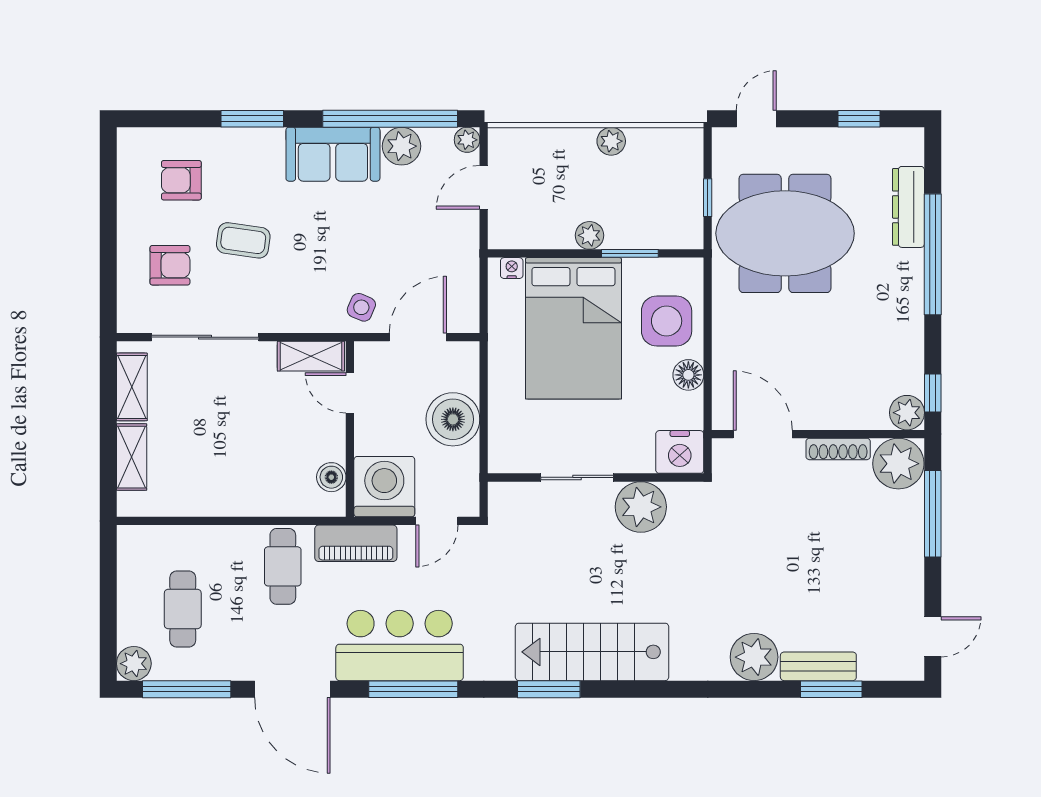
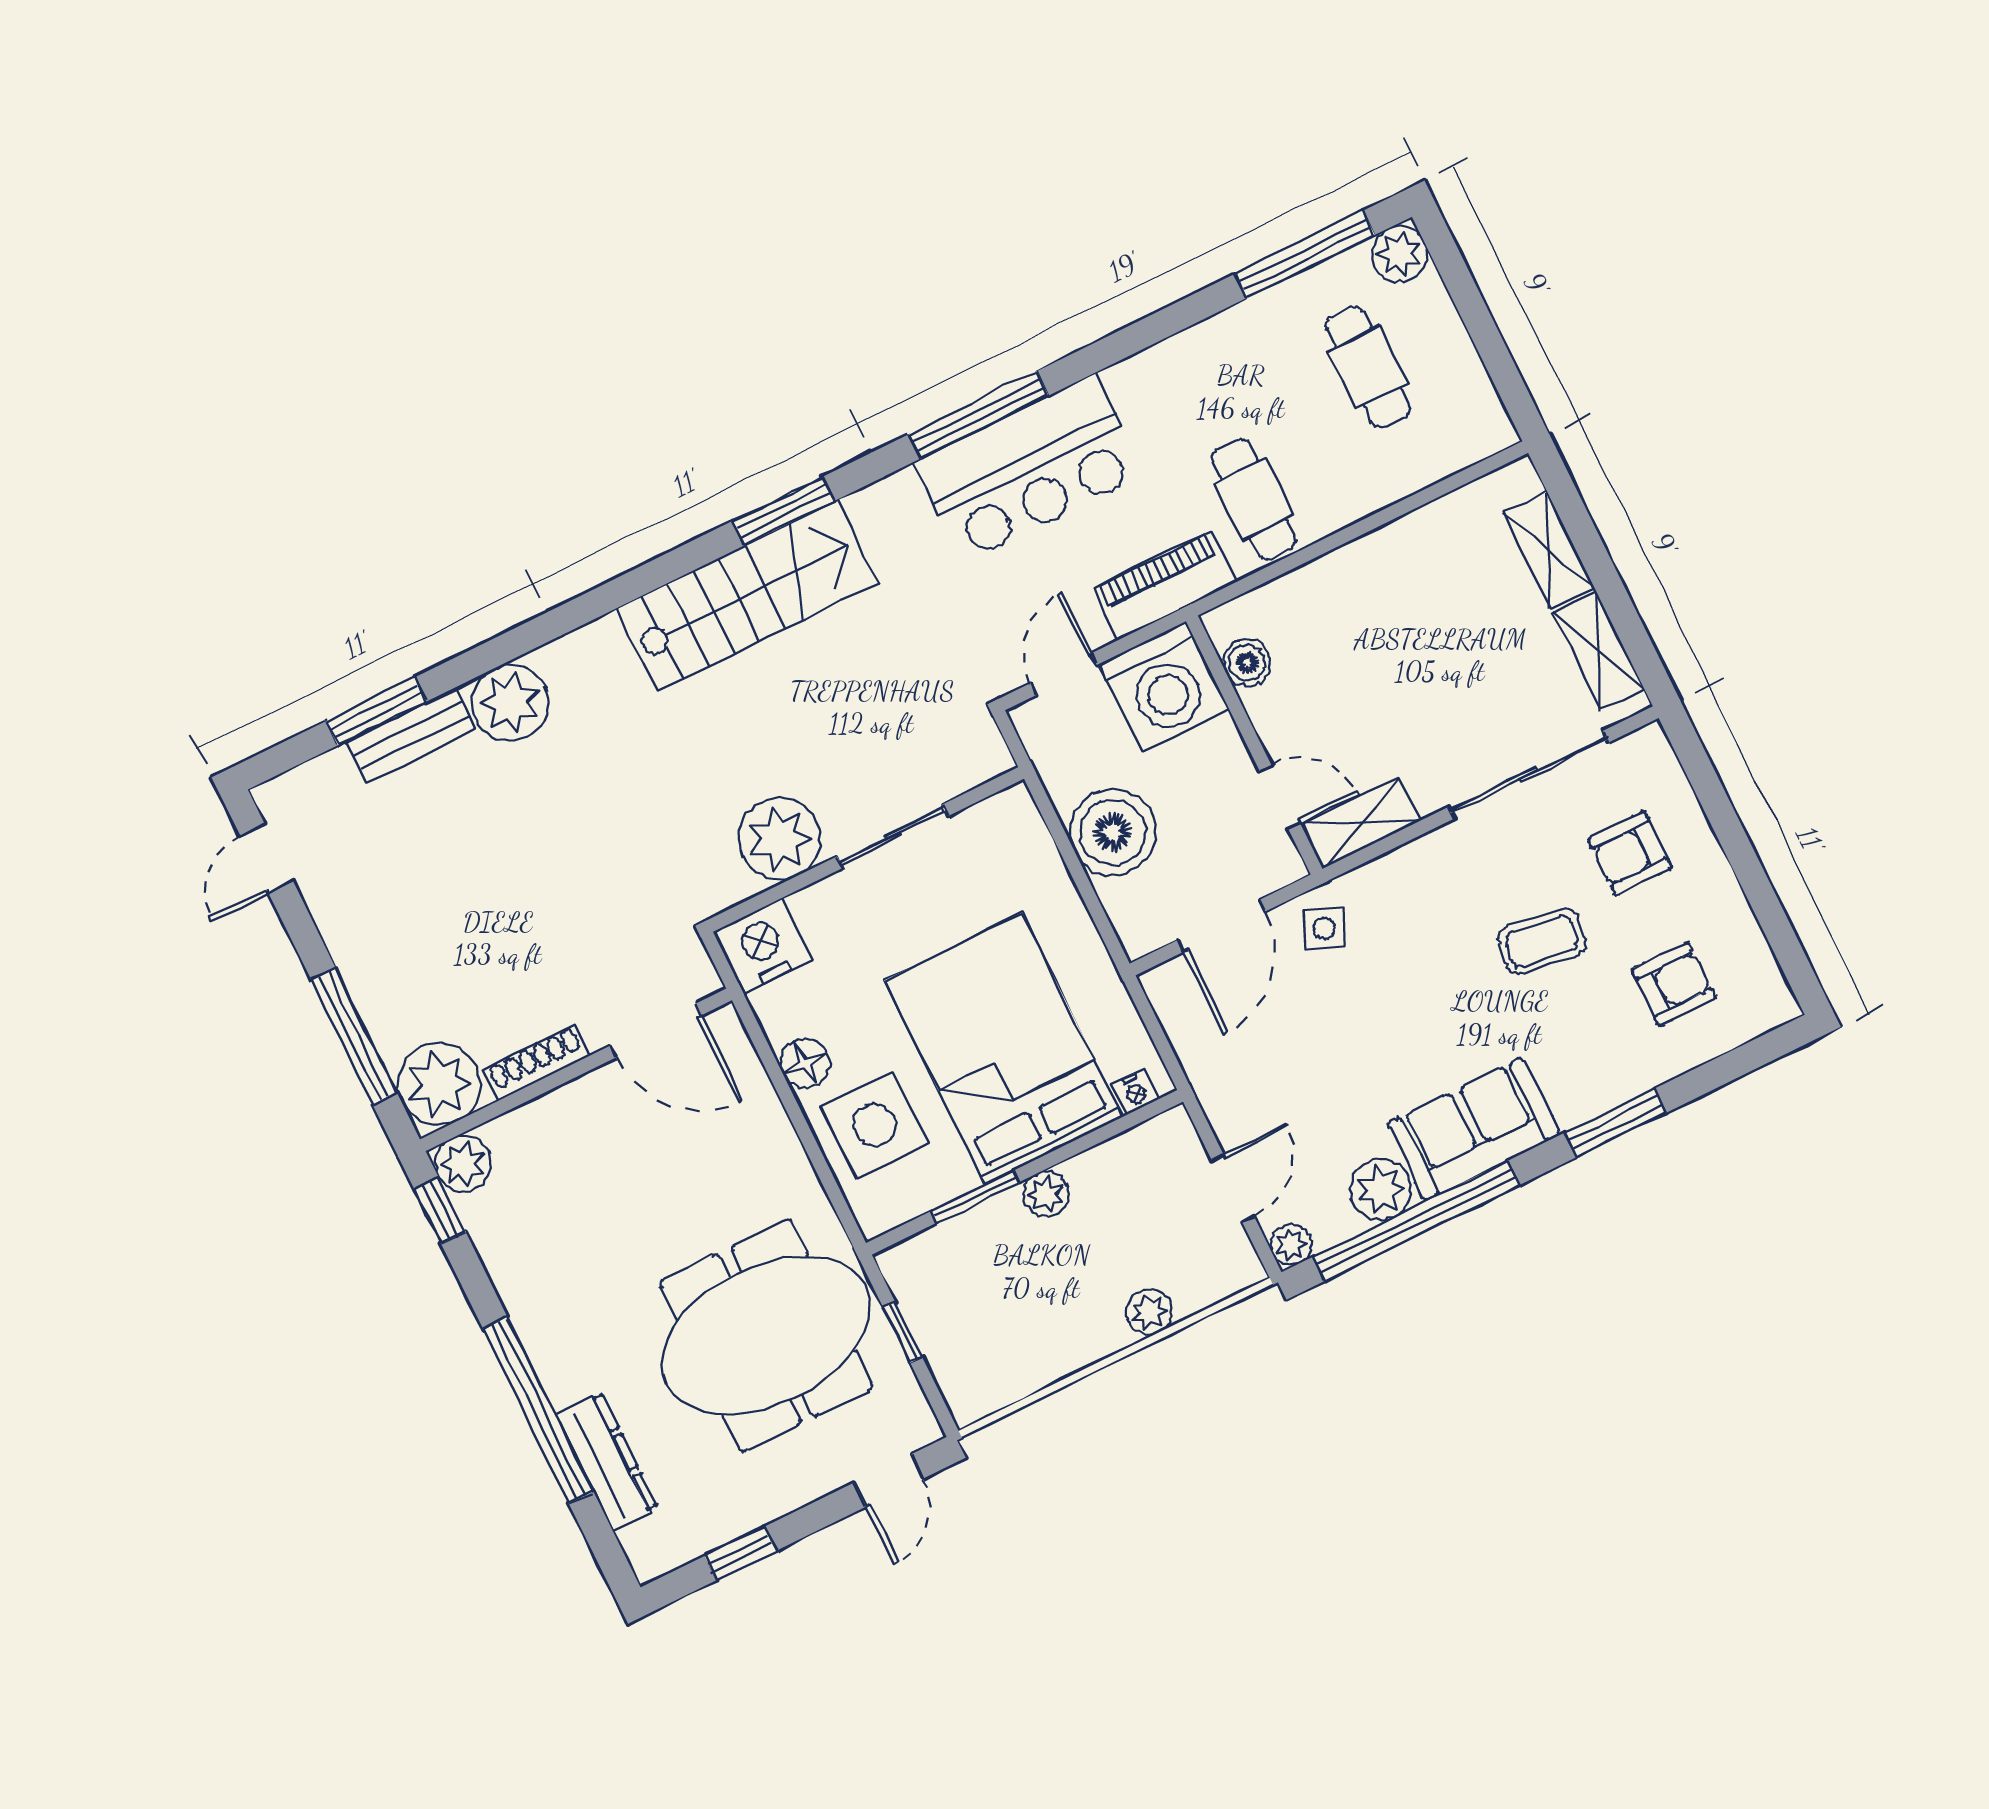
plant: (611, 141) -> (1149, 1312), moved
door: (292, 689) -> (1153, 329), removed

